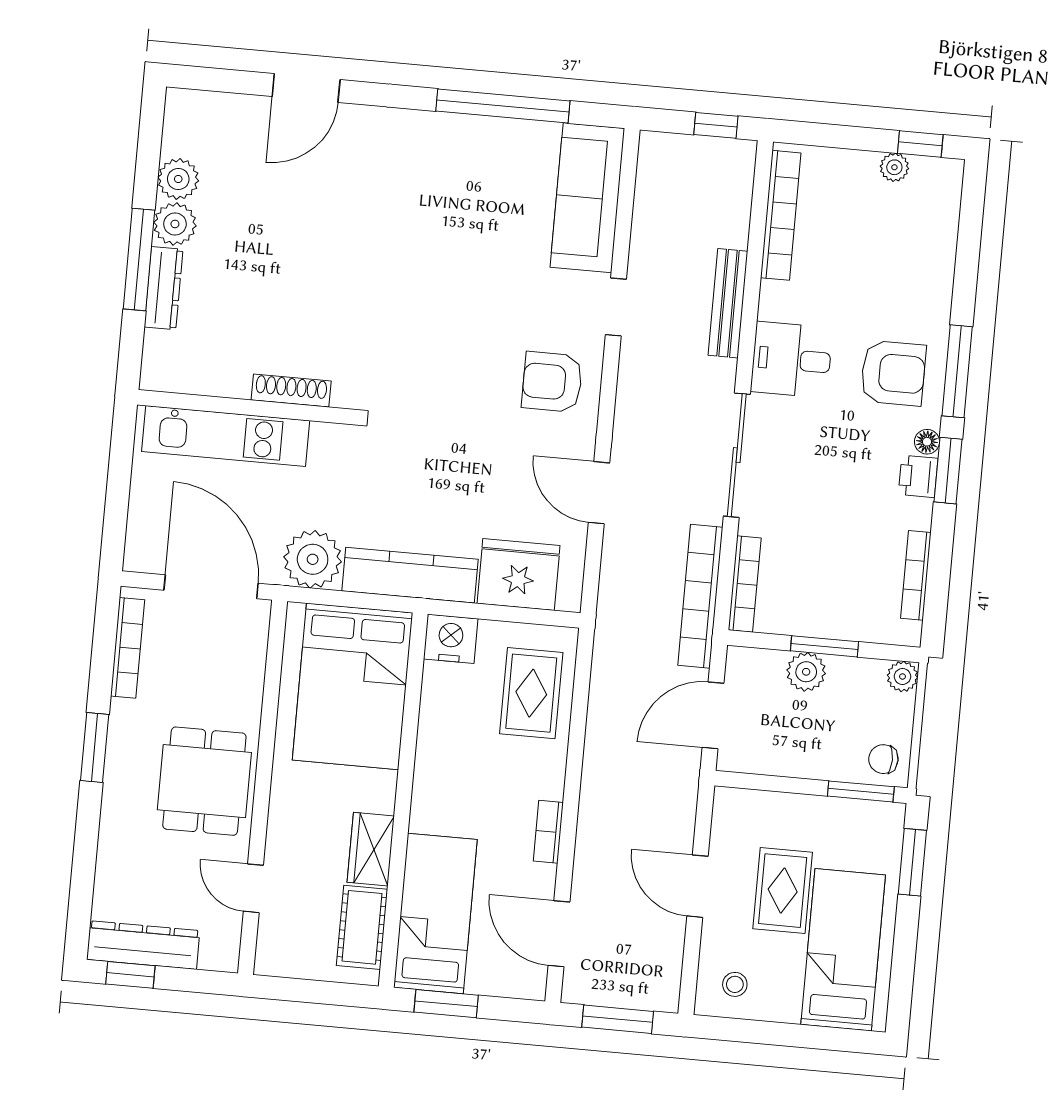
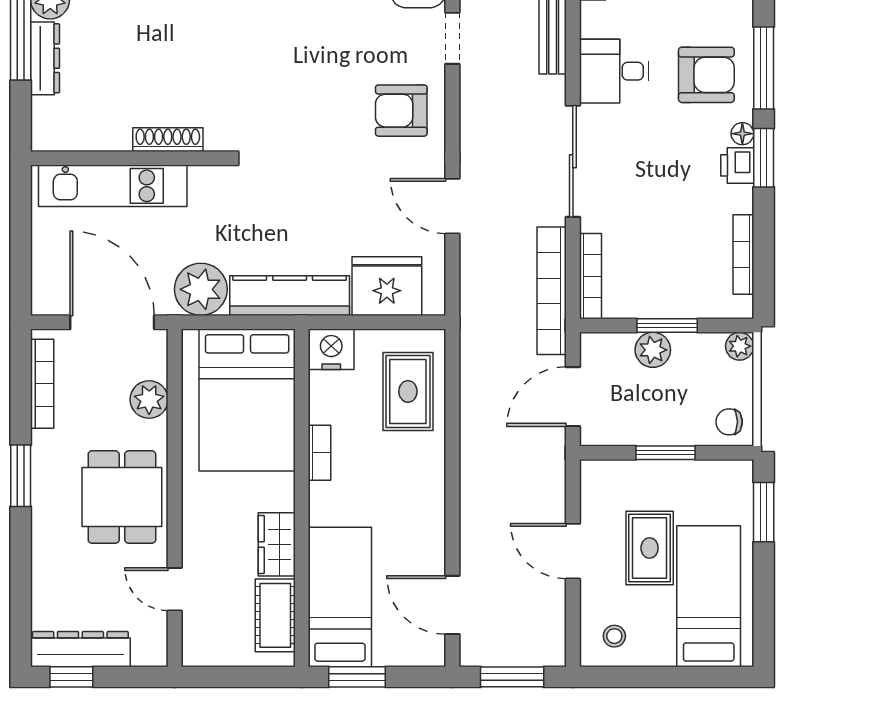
plant: (244, 676) -> (149, 400), added
window: (861, 791) -> (666, 453), moved
bookcase: (548, 832) -> (320, 453), moved, turned 180

